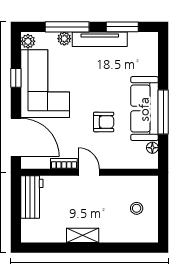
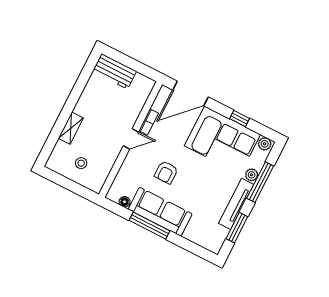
workbench: (32, 197) -> (114, 71), moved
shelving: (83, 235) -> (71, 128), moved

